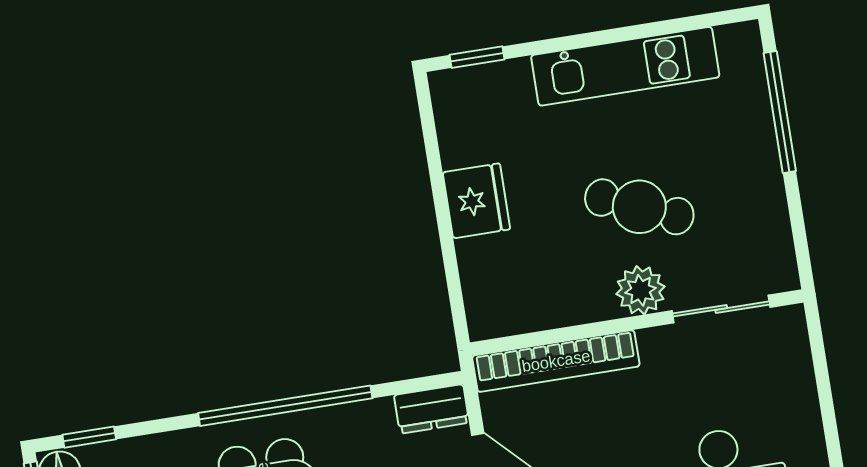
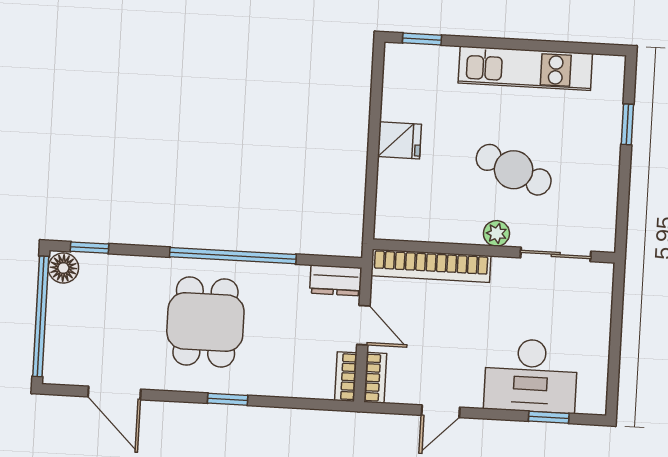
window: (780, 112) -> (627, 124), width x0.46
fridge: (476, 201) -> (399, 140), width x0.72
plant: (641, 290) -> (496, 233), width x0.73, depth x0.73

